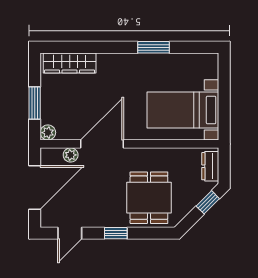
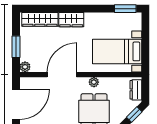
window: (153, 47) -> (125, 9), moved
wardrobe: (115, 63) -> (71, 20), added
plant: (71, 155) -> (94, 82), moved

